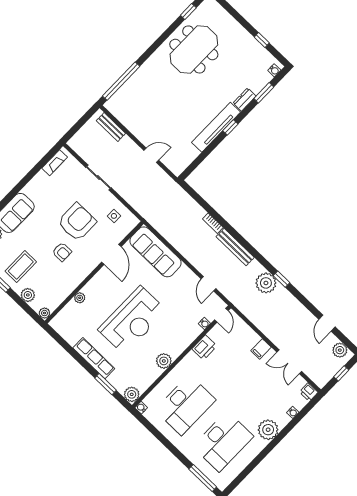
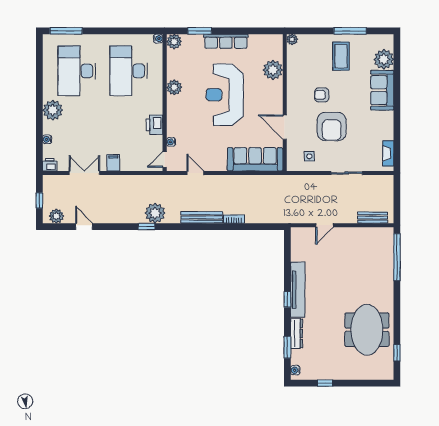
dresser: (244, 100) -> (297, 333), width x1.44
plant: (28, 295) -> (316, 41), removed
plant: (80, 298) -> (273, 70), width x1.87, depth x1.87
door: (221, 315) -> (165, 159), hinge flipped

